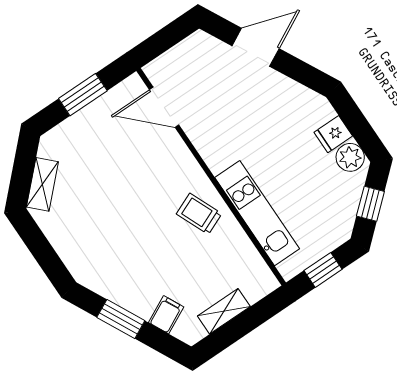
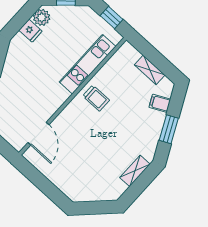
window: (83, 95) -> (42, 183), removed
shelving: (42, 184) -> (135, 171), moved, turned -45
trolley: (199, 214) -> (96, 98), turned -67

